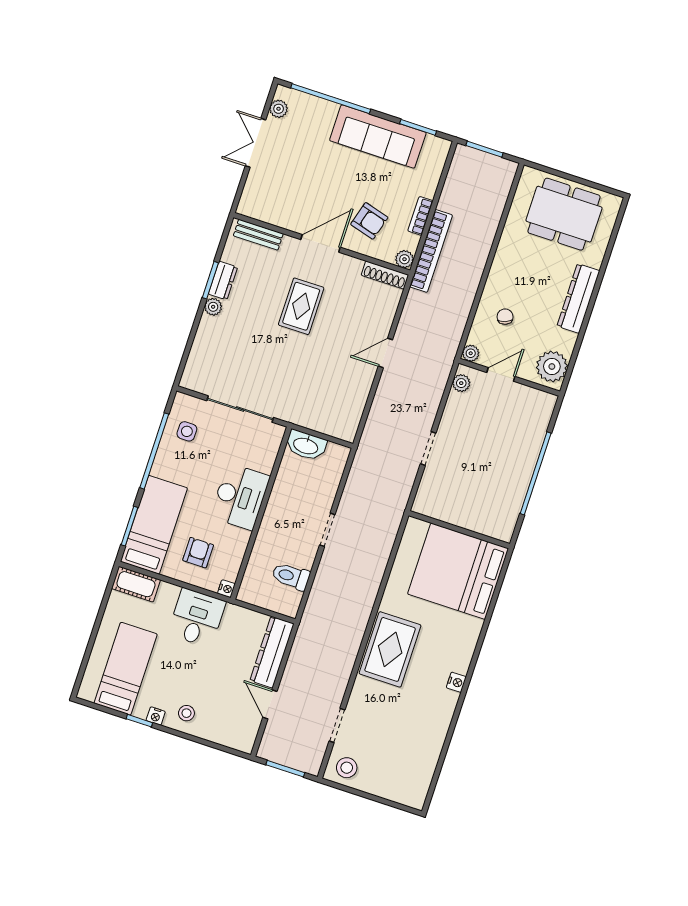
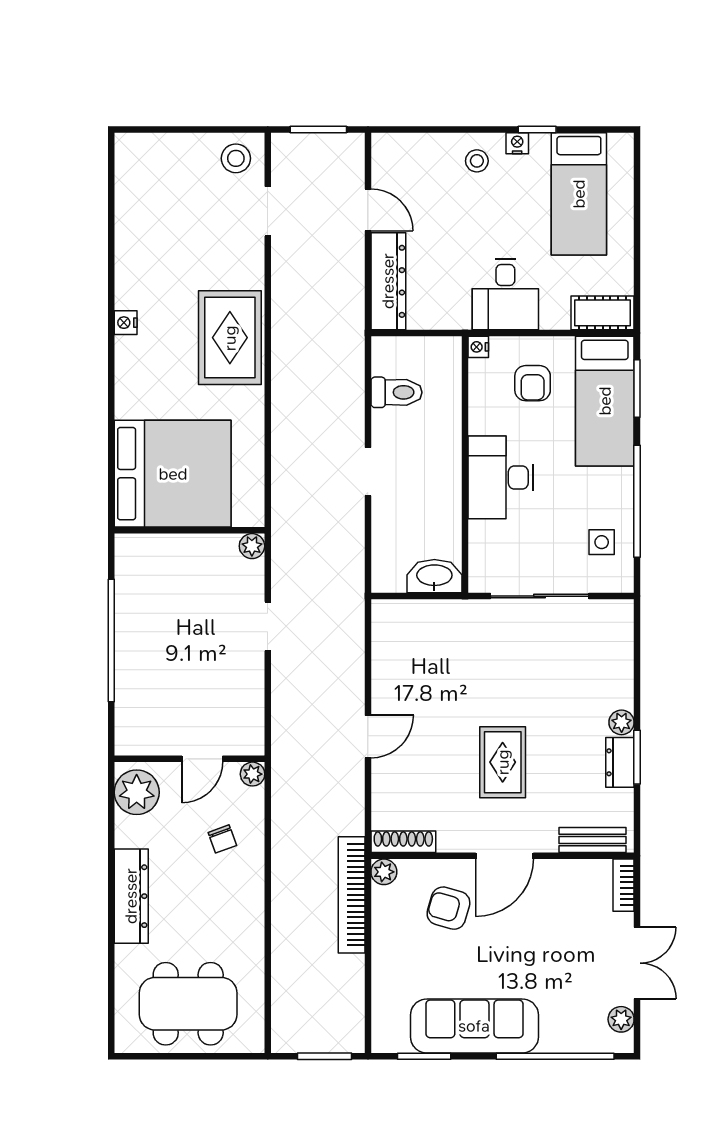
bookcase: (420, 216) -> (624, 885), moved, turned 180
plant: (461, 383) -> (252, 546), moved

